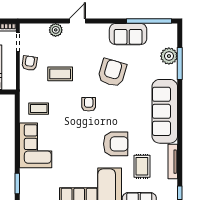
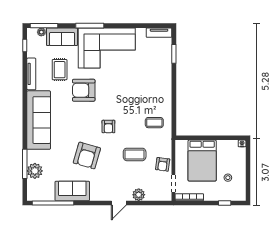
corner sofa: (36, 145) -> (157, 89), removed

